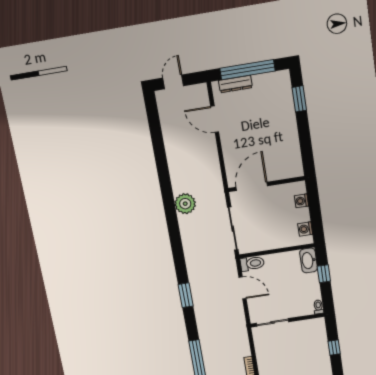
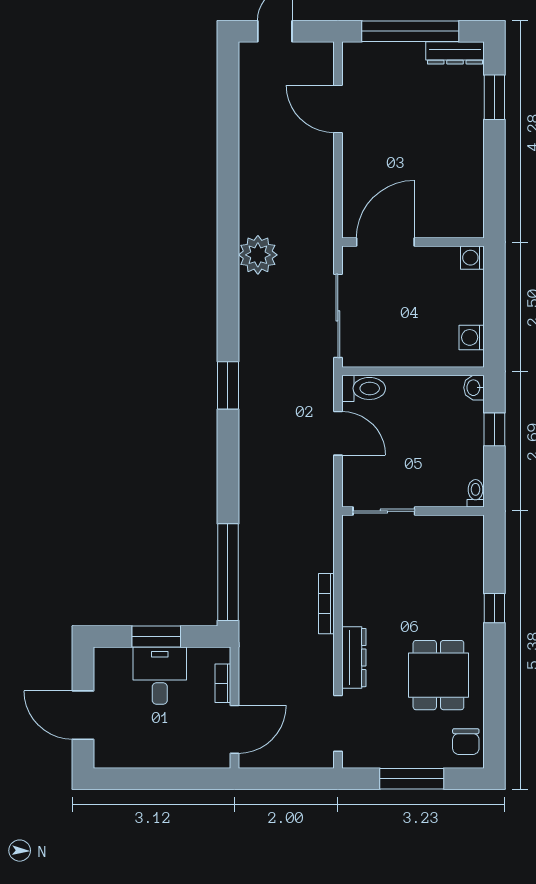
dresser: (235, 84) -> (455, 53), moved
washing machine: (301, 201) -> (472, 258), moved
washbasin: (309, 260) -> (474, 388), width x0.52, depth x0.69
window: (186, 295) -> (228, 385), moved
window: (334, 348) -> (494, 608), moved

